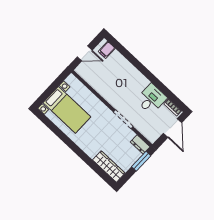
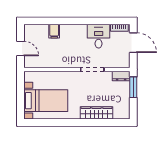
filing cabinet: (107, 50) -> (54, 31), moved
door: (85, 53) -> (20, 48), hinge flipped
wardrobe: (109, 167) -> (97, 113), moved

